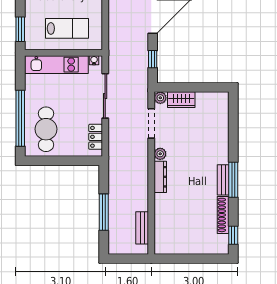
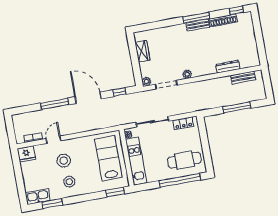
lab bench: (67, 28) -> (108, 158), width x1.36, depth x1.39
wardrobe: (181, 100) -> (142, 51), moved
dresser: (160, 177) -> (228, 67), moved

